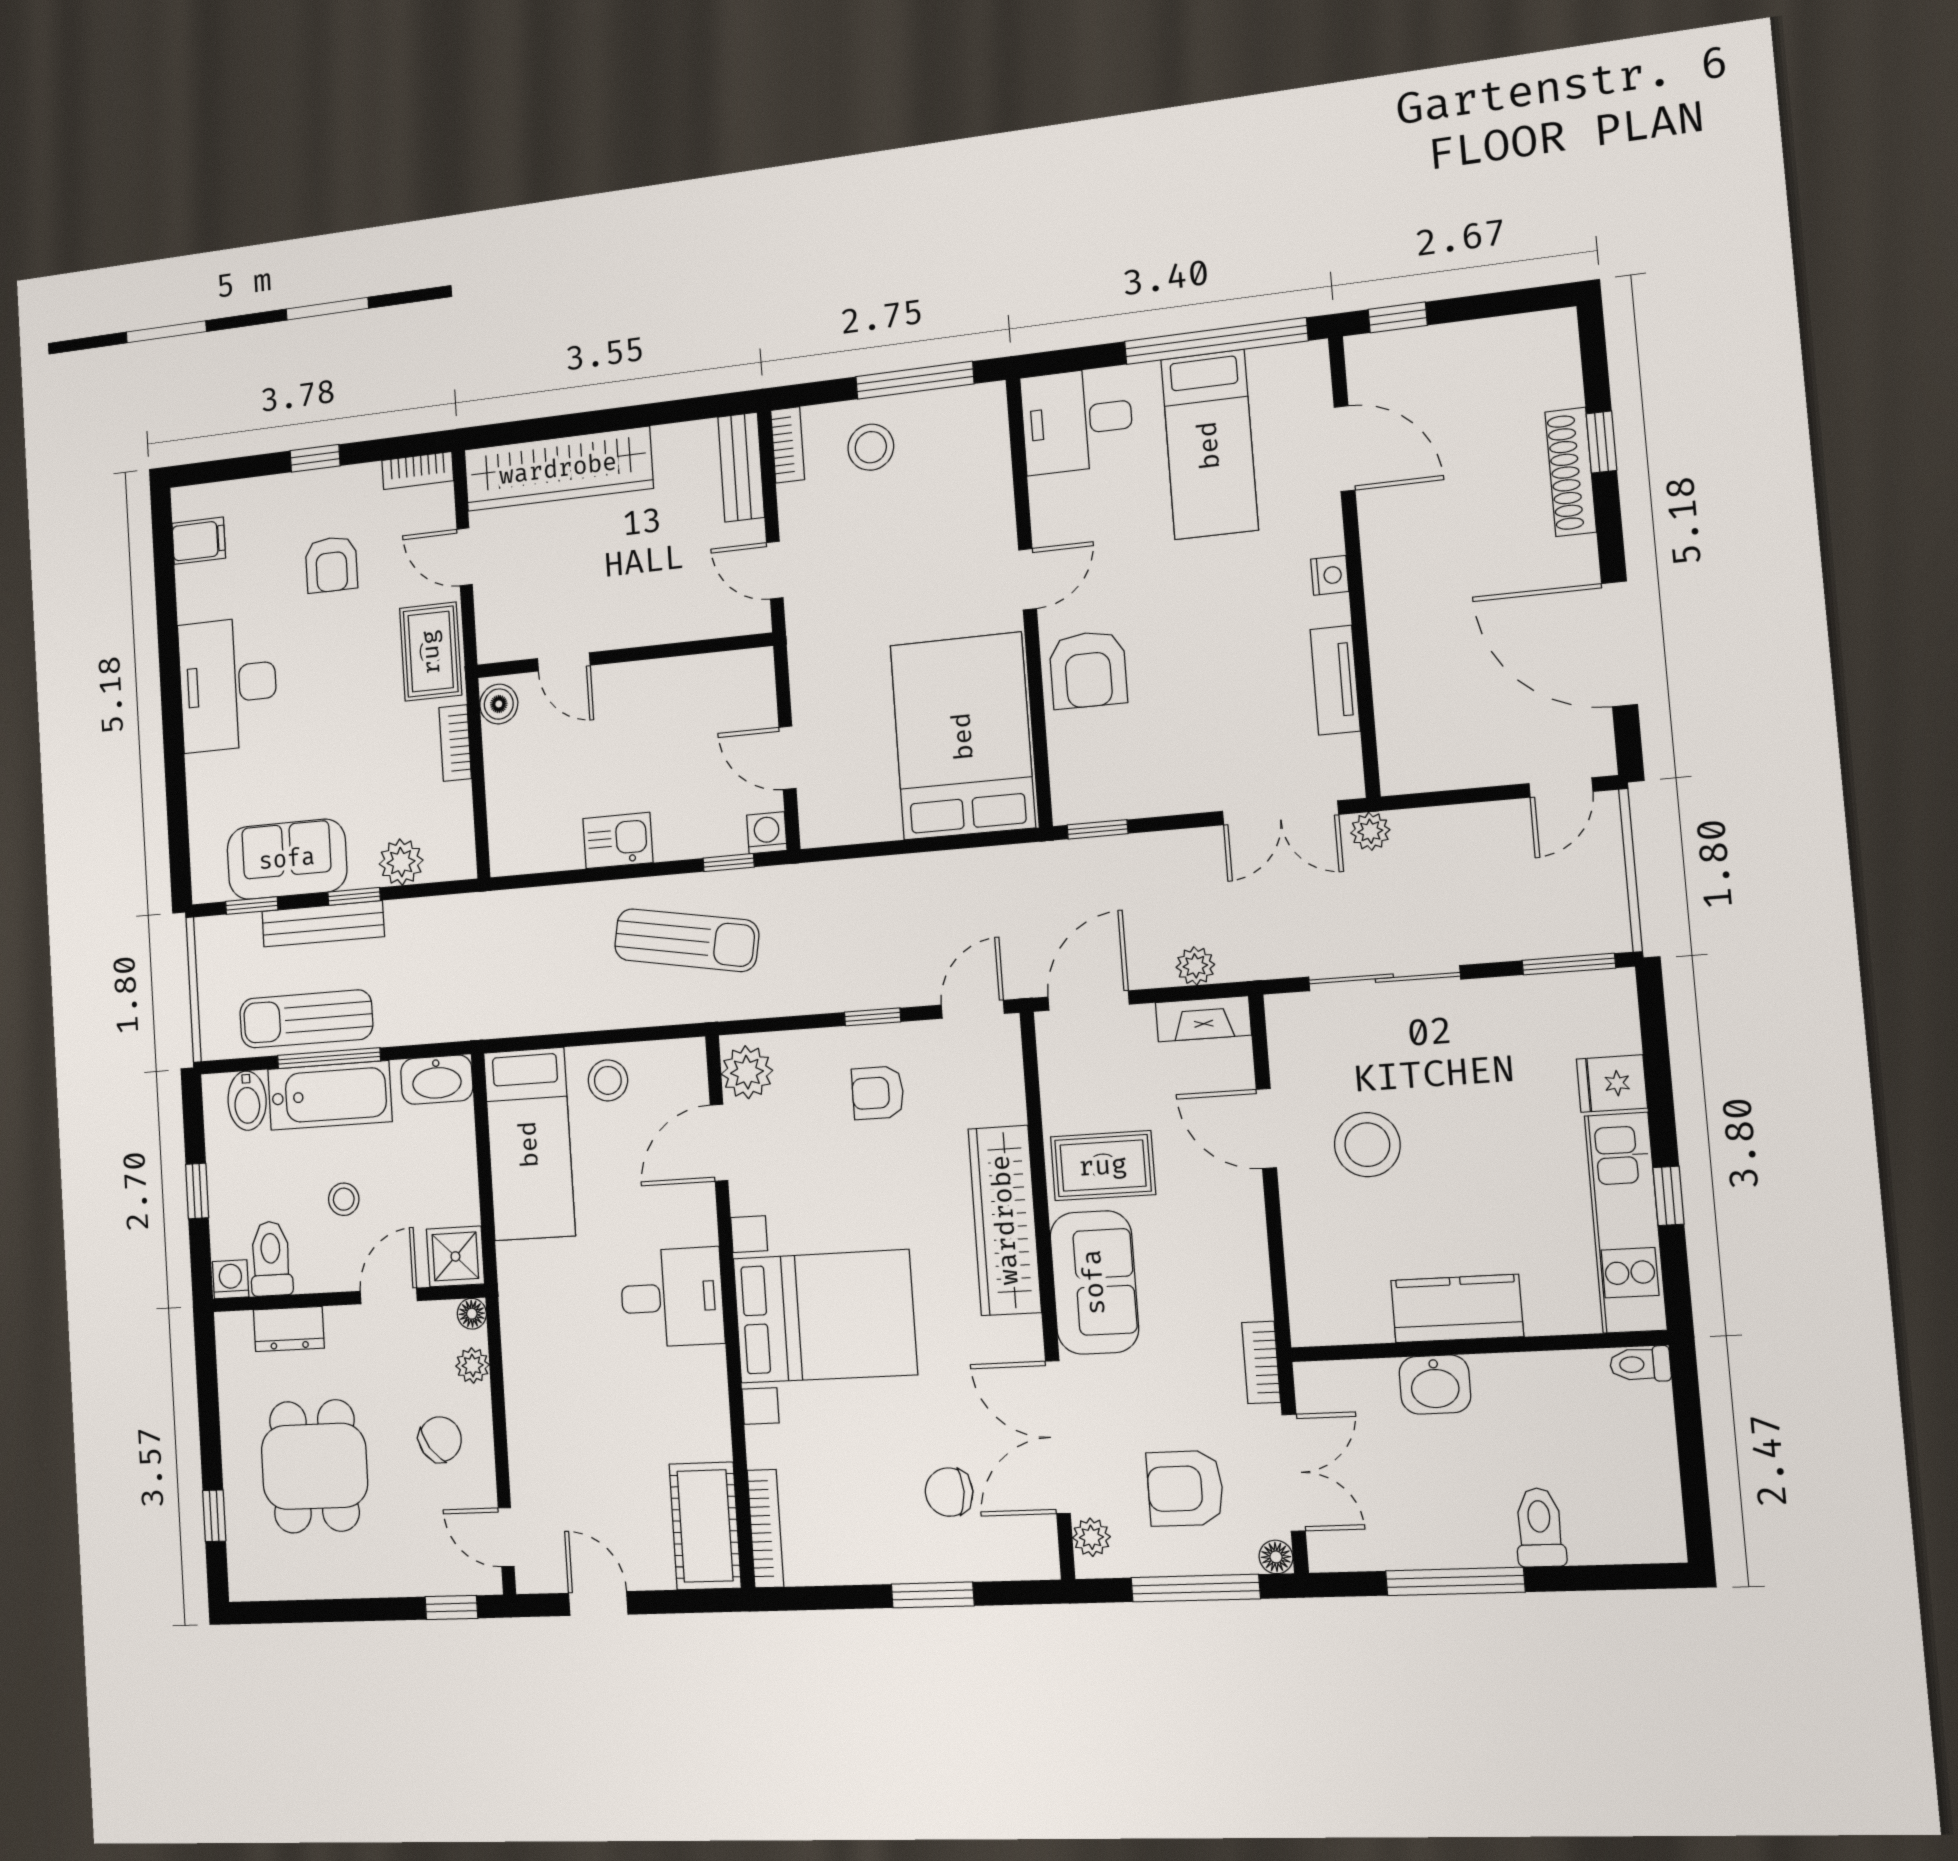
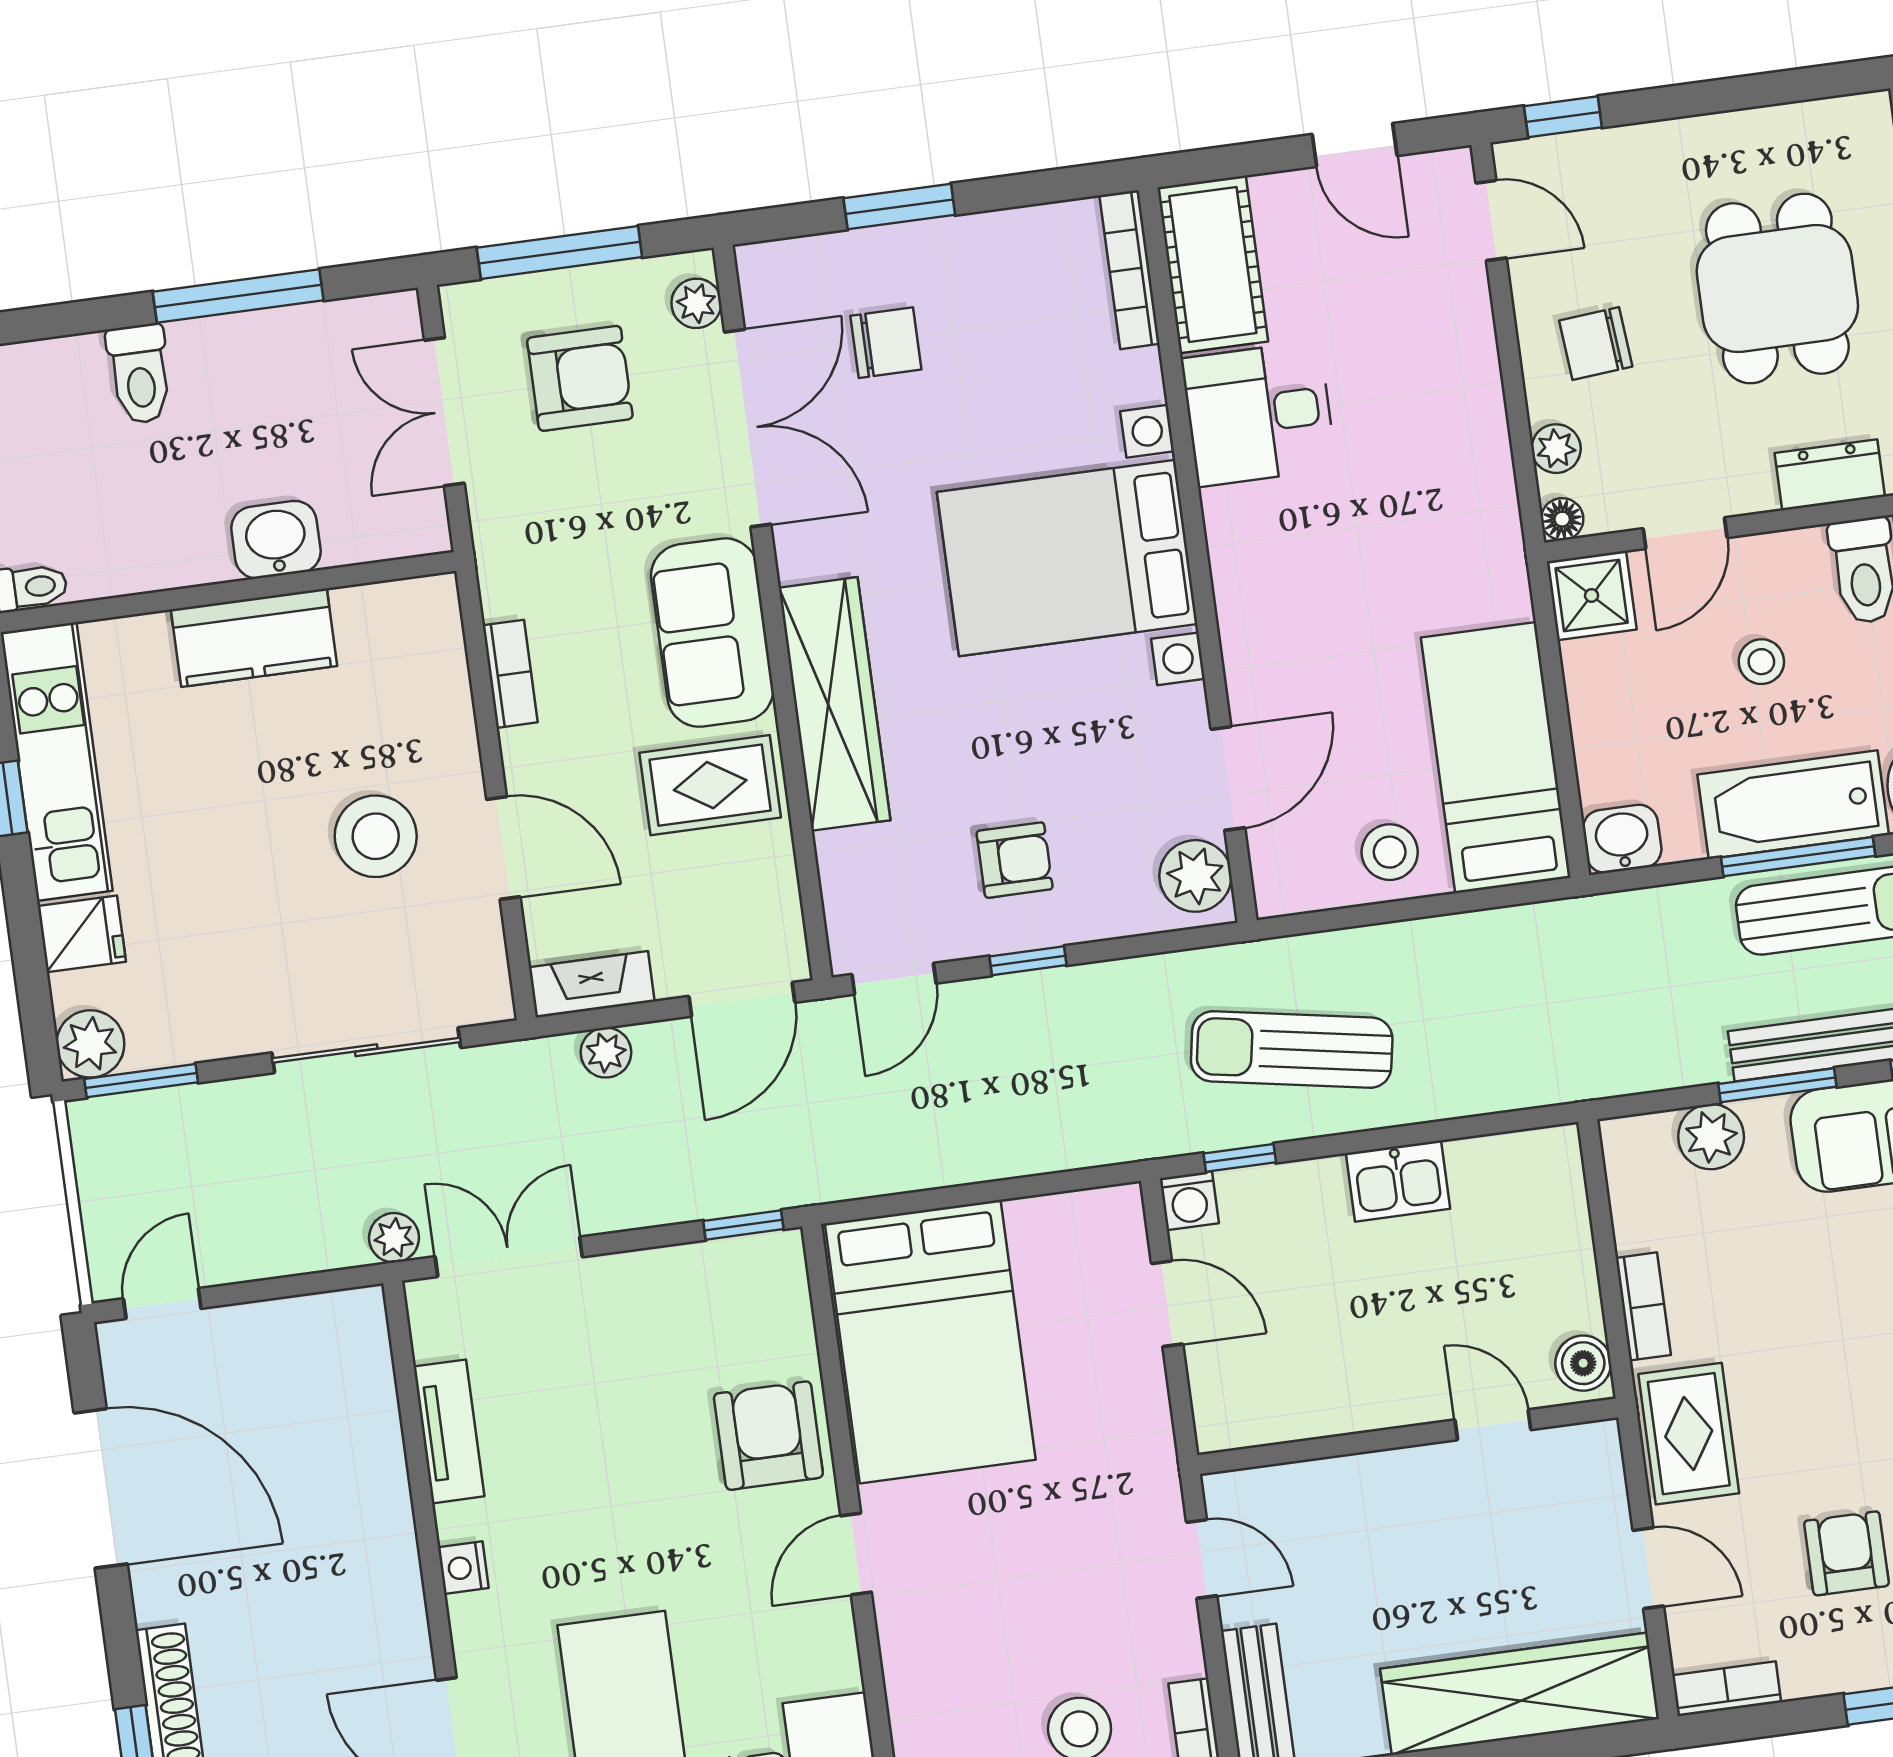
window: (354, 896) -> (1777, 1085), width x1.50
plant: (1609, 995) -> (90, 1044), added
washbasin: (437, 1080) -> (1622, 839), width x0.72
desk: (672, 1297) -> (1259, 414), moved
bookcase: (1261, 1362) -> (510, 674), moved
chair: (440, 1439) -> (1596, 344), turned 30
floor lamp: (1276, 1557) -> (460, 303), removed

